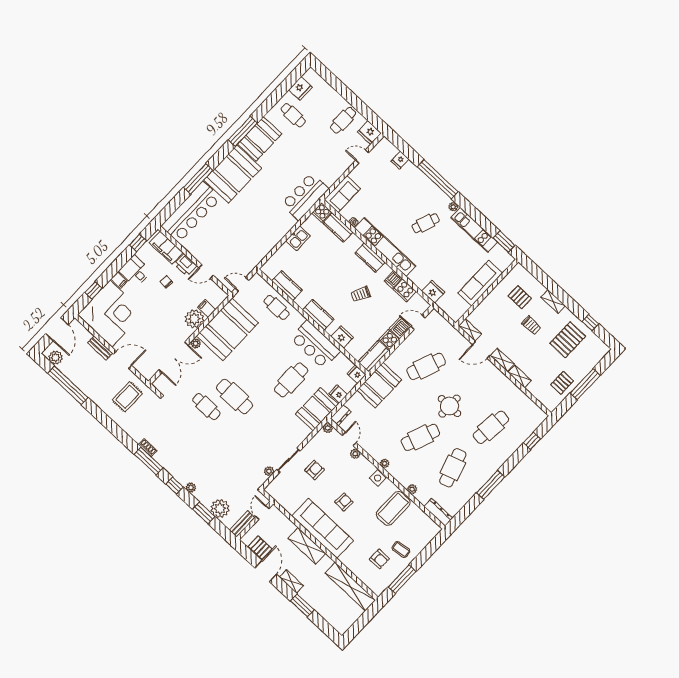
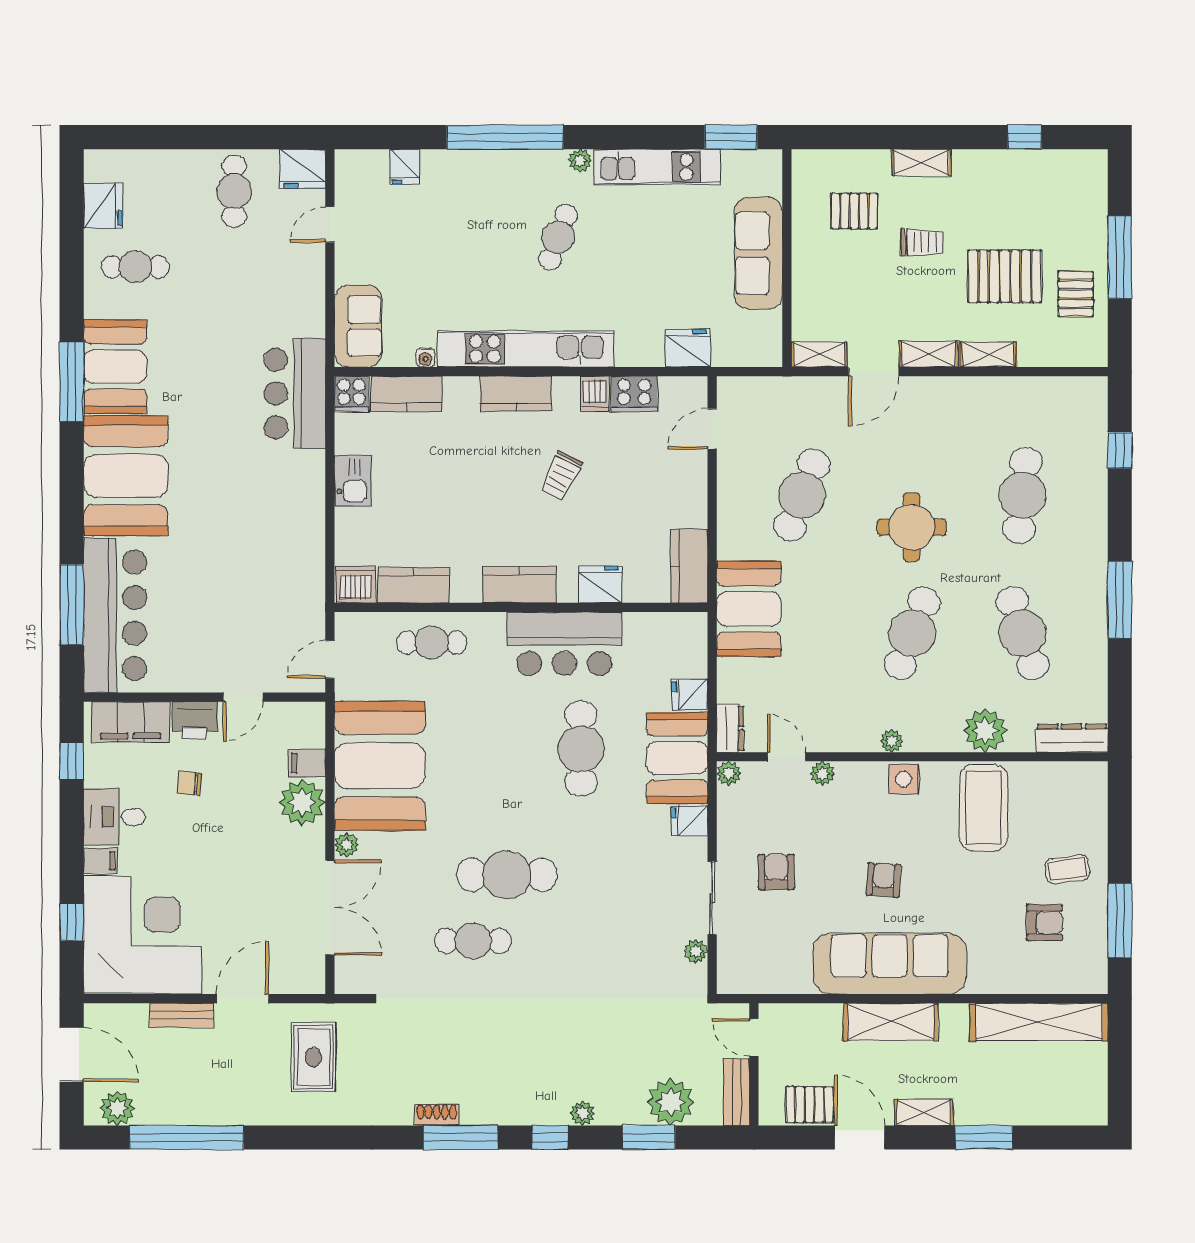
window: (198, 179) -> (72, 605), moved
dishwasher: (400, 328) -> (356, 584), moved, turned 90
cooker: (389, 339) -> (689, 509), removed
pallet: (568, 340) -> (1005, 276), moved, turned 90
fridge: (357, 374) -> (689, 821), moved
plant: (412, 489) -> (985, 731), width x1.88, depth x1.88

